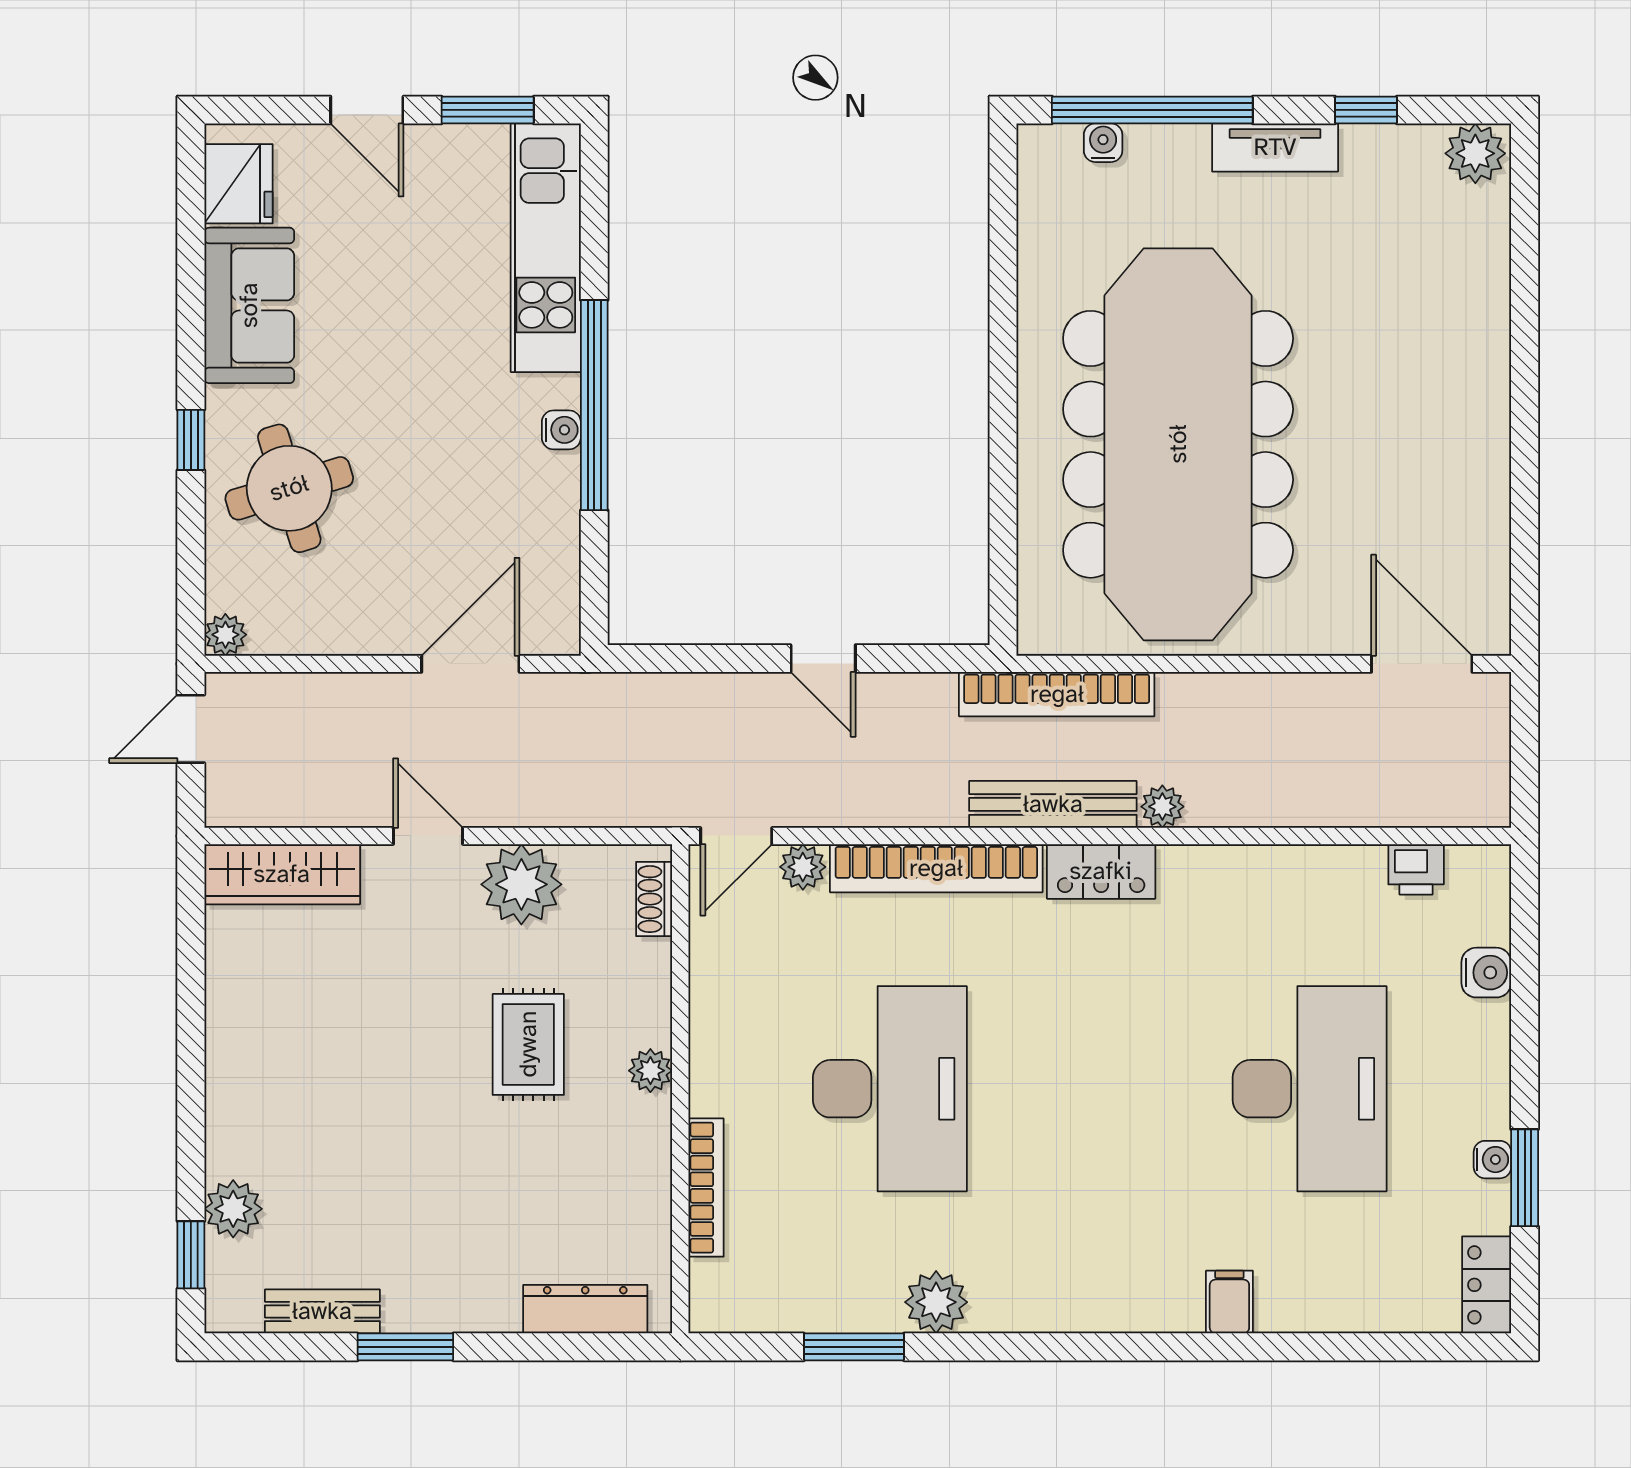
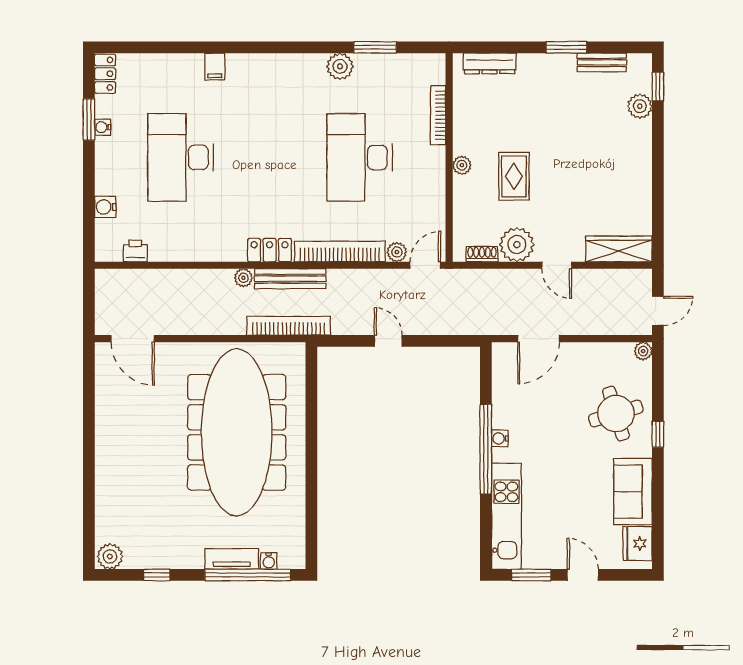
tv unit: (1275, 147) -> (232, 559), moved
shoe rack: (654, 899) -> (482, 254), moved, turned -90

